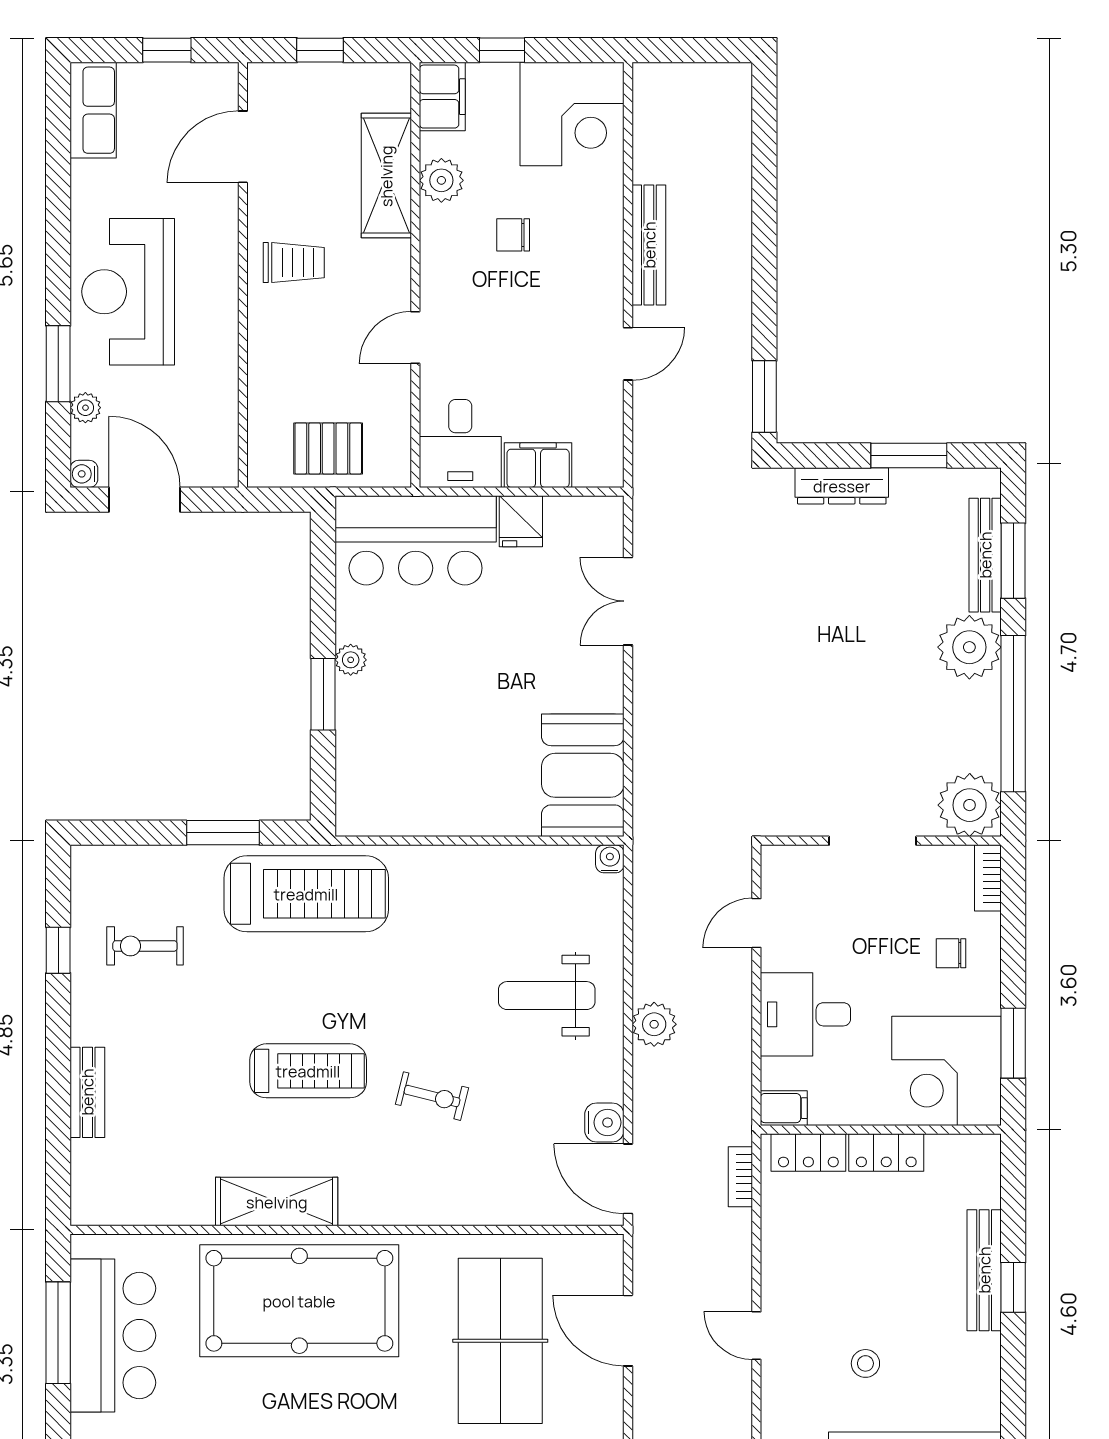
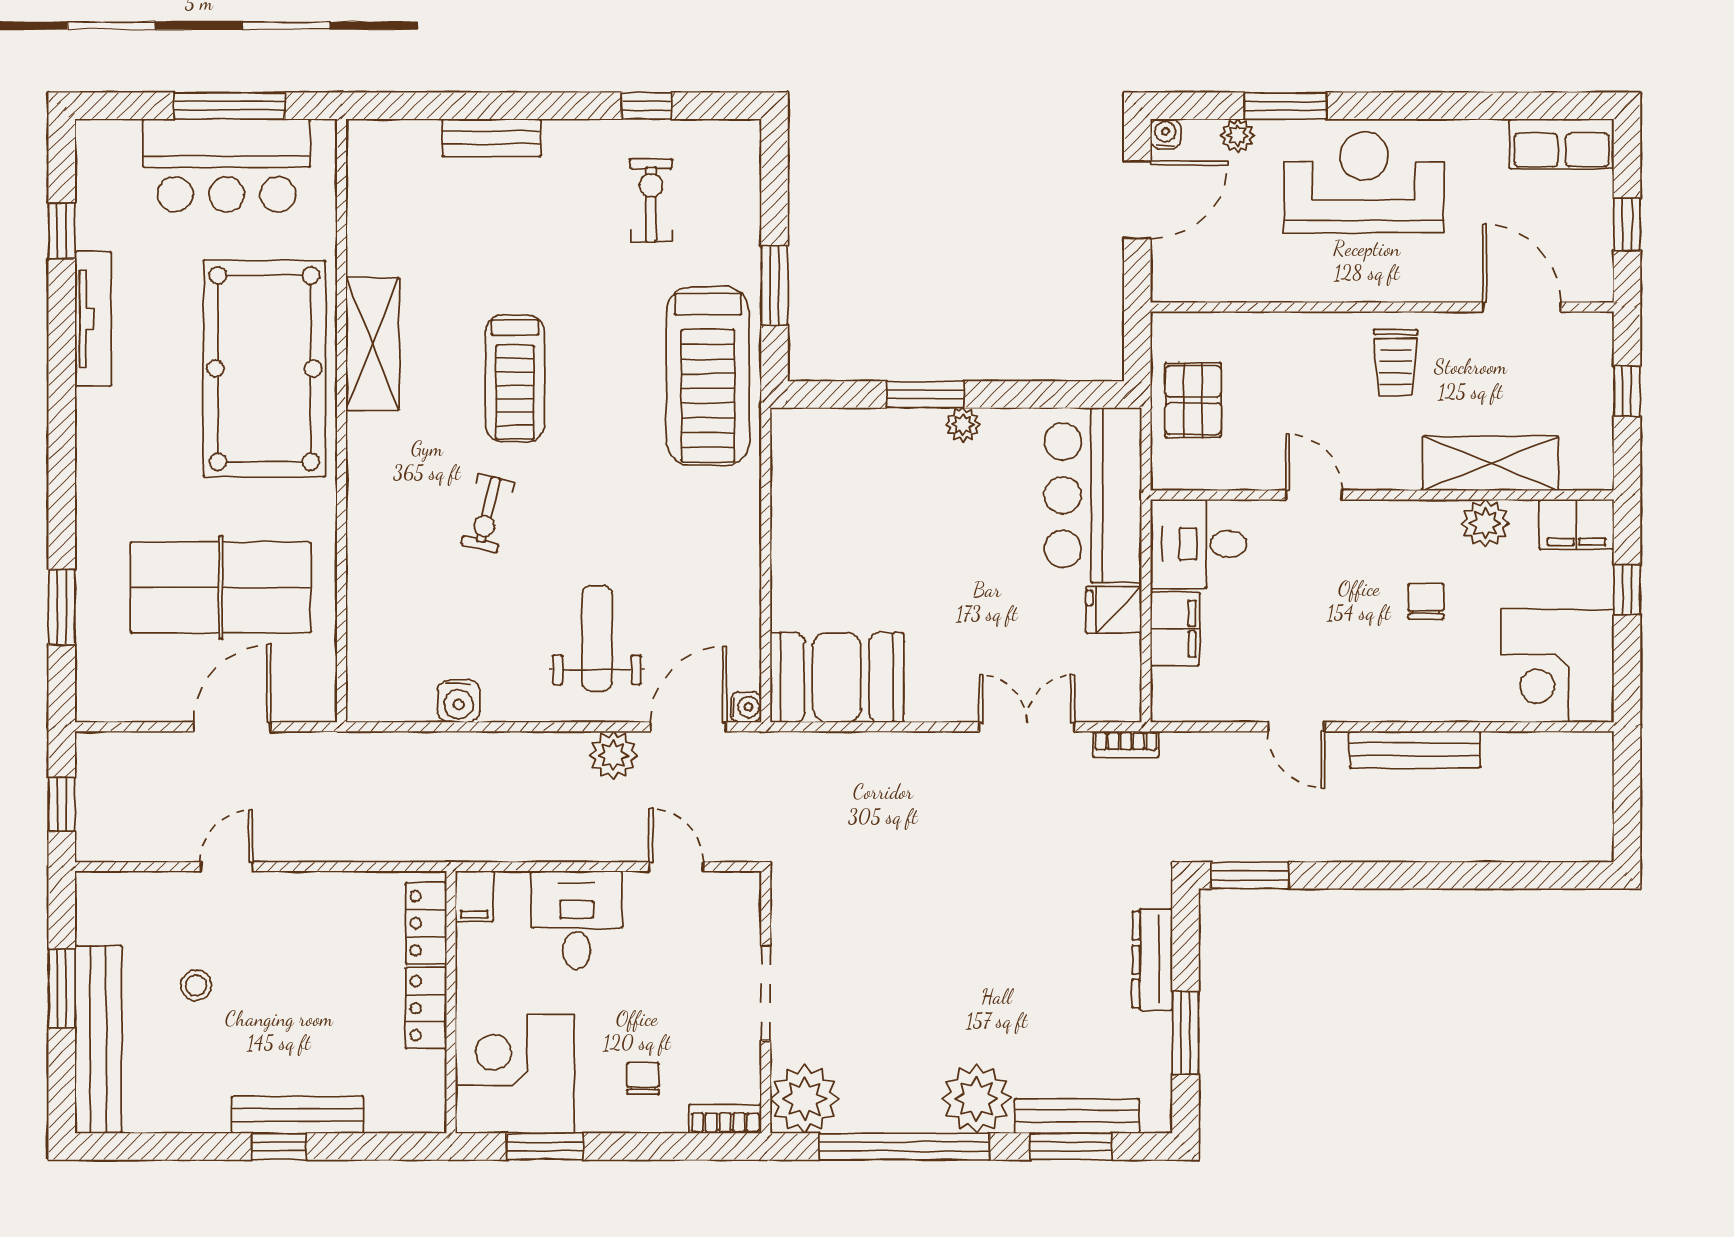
plant: (654, 1024) -> (613, 755), moved
bookcase: (740, 1177) -> (1126, 744), moved, turned 180
door: (628, 1179) -> (688, 727), moved

